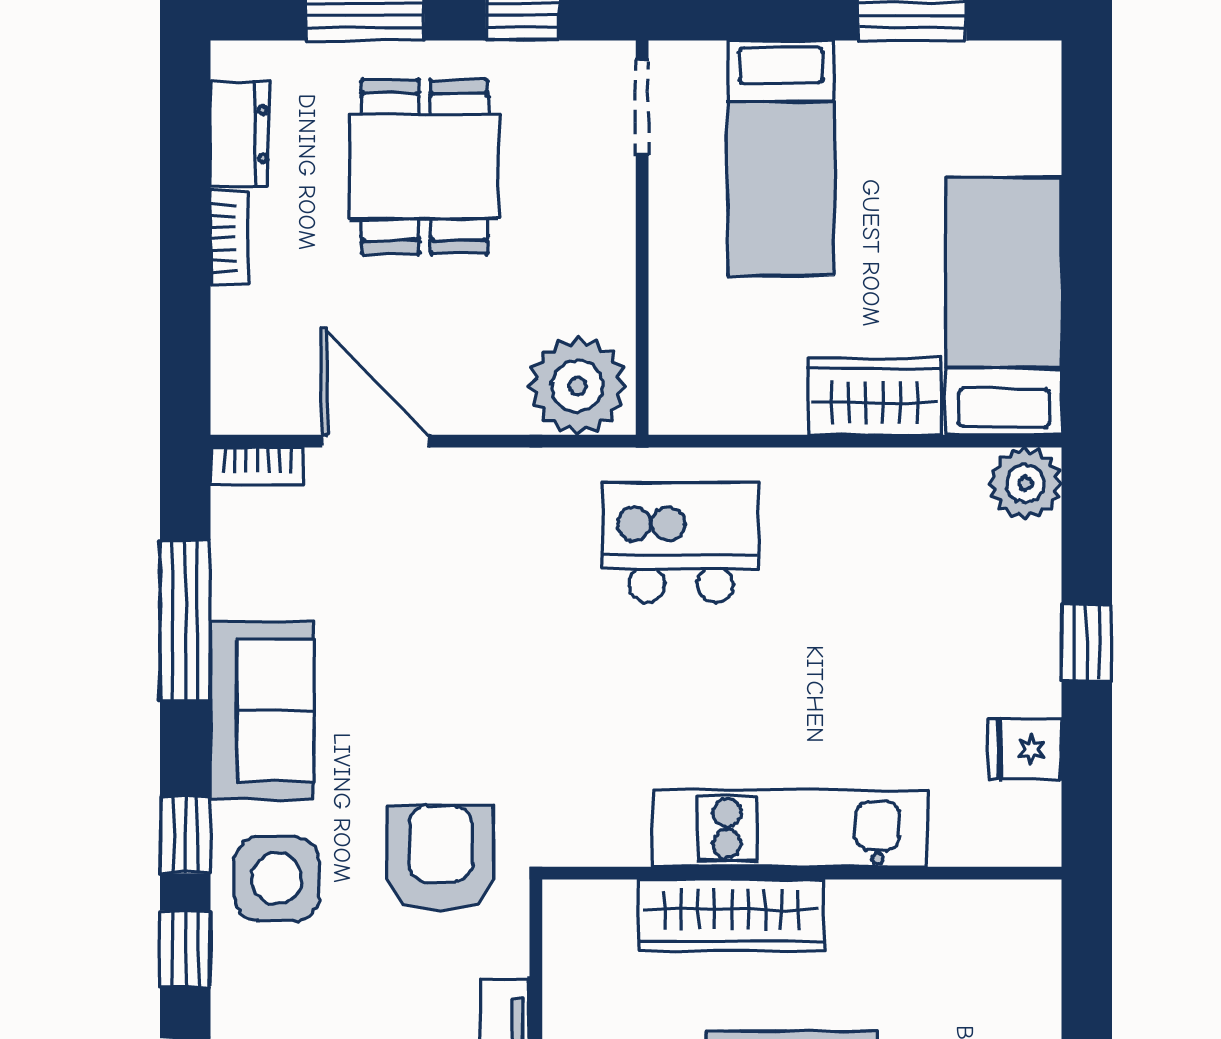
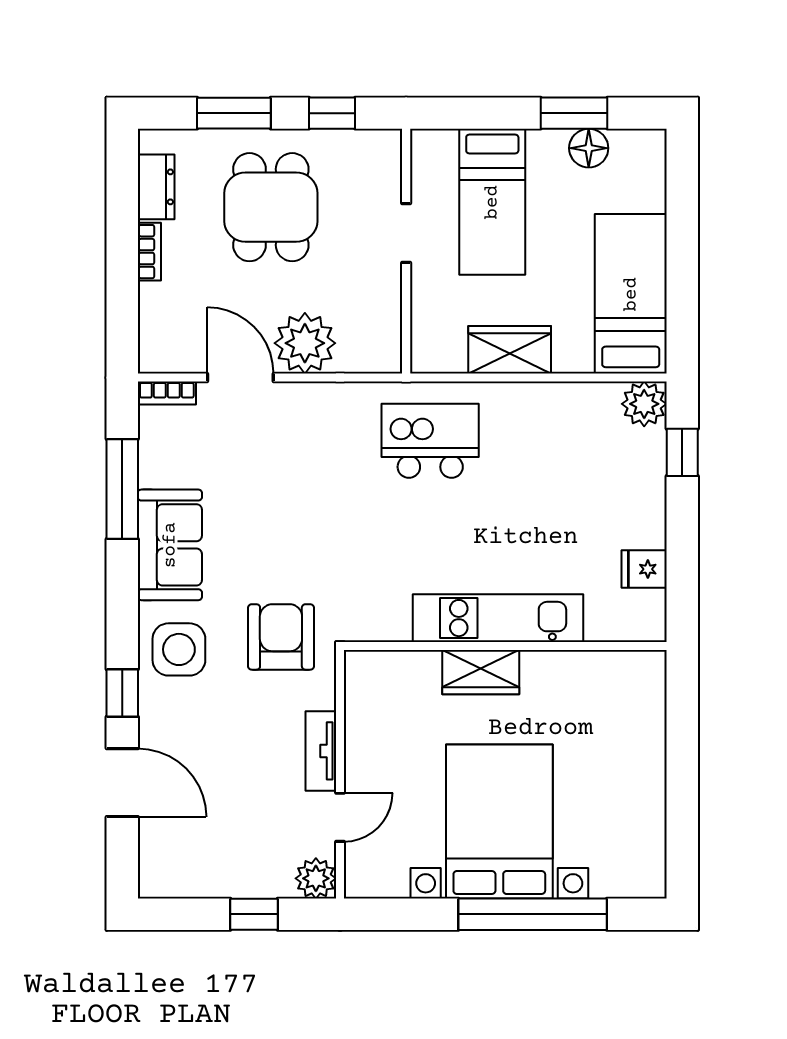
floor lamp: (936, 72) -> (589, 148), added
doorway: (642, 108) -> (406, 233), moved
plant: (577, 386) -> (305, 343), moved
wardrobe: (874, 396) -> (510, 350), moved
window: (1087, 643) -> (682, 452), moved
window: (185, 835) -> (122, 622), removed
wardrobe: (732, 915) -> (481, 672), width x0.67

